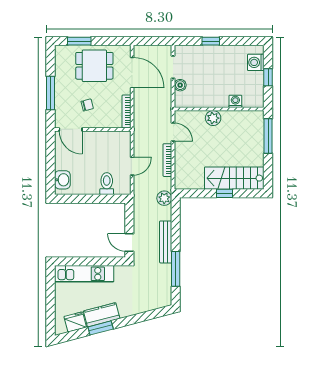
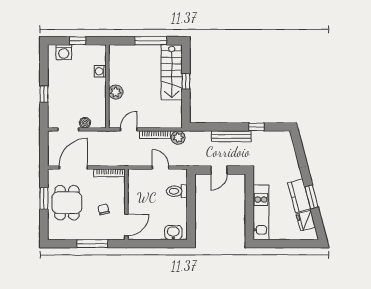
window: (79, 41) -> (44, 198), moved
window: (268, 136) -> (151, 41), moved
plant: (164, 198) -> (178, 138), moved
door: (129, 242) -> (219, 170), moved
window: (176, 269) -> (256, 127), width x0.46

